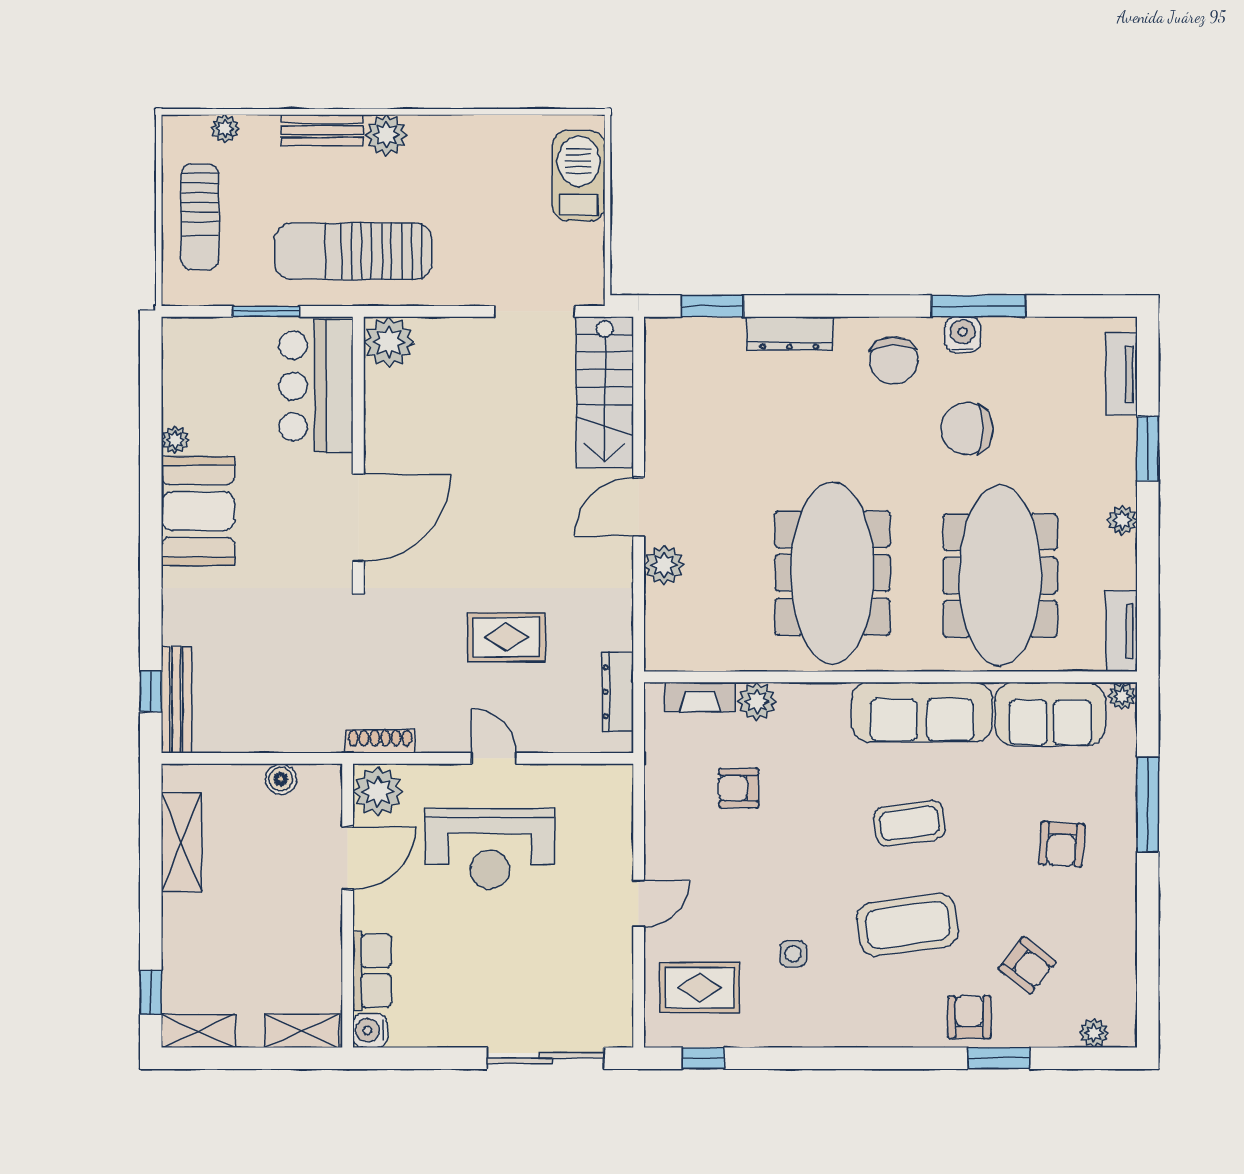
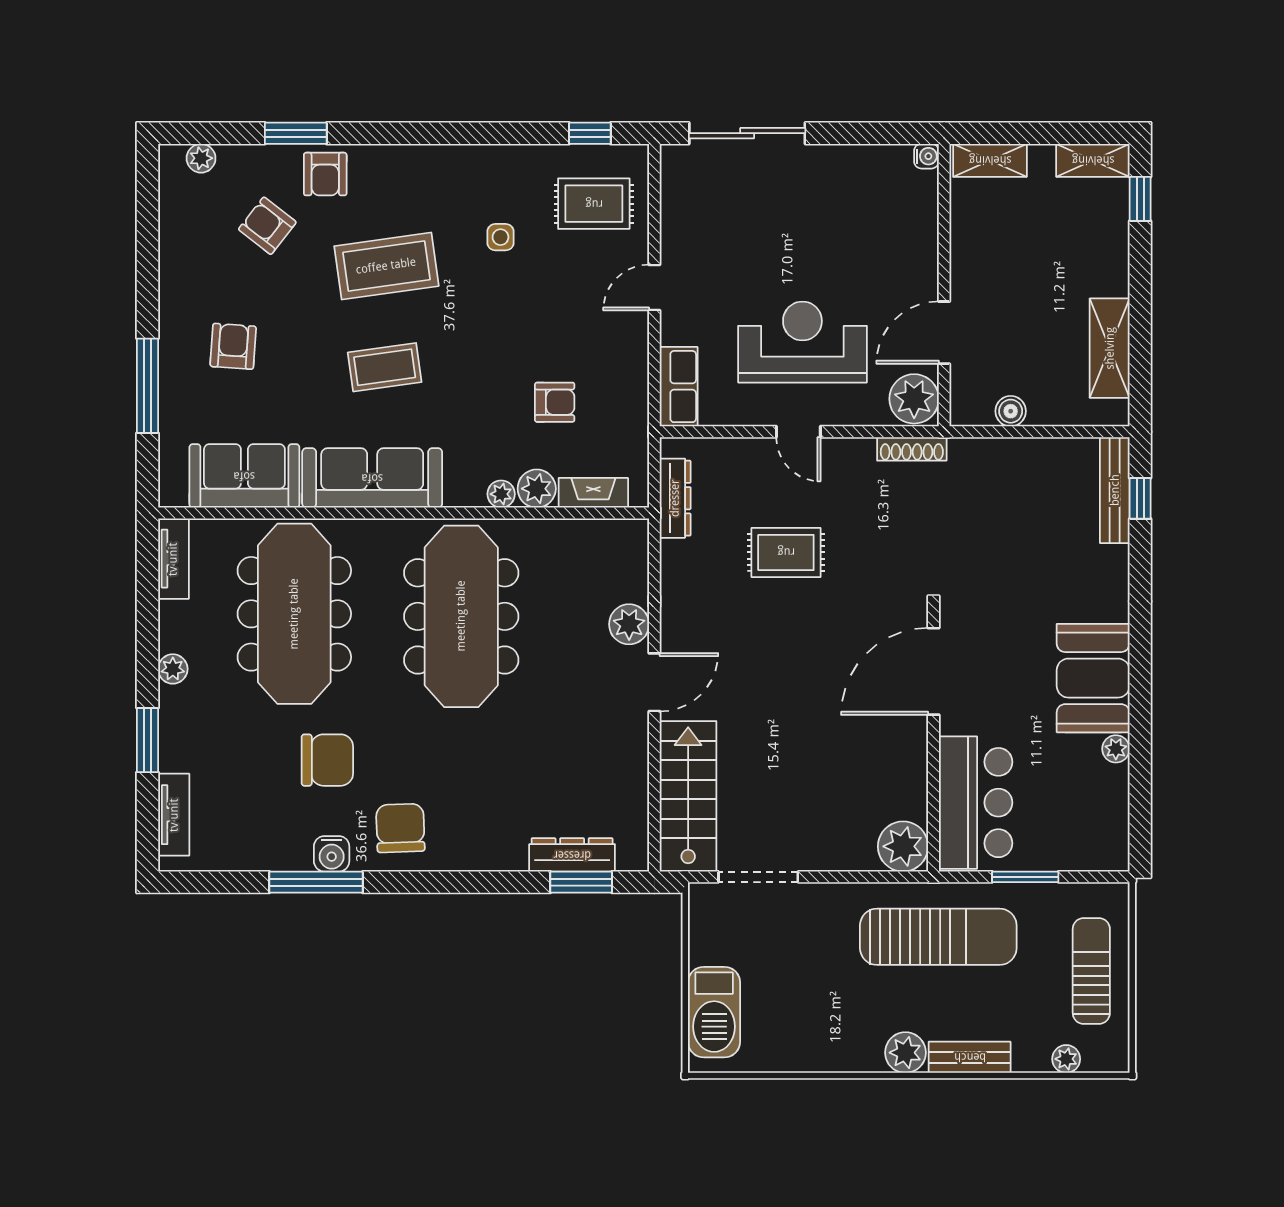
dresser: (789, 334) -> (572, 855), moved
plant: (1122, 696) -> (501, 494), moved
row of seats: (372, 971) -> (679, 387), moved, turned 180
water cooler: (370, 1030) -> (926, 156), width x0.72, depth x0.72

